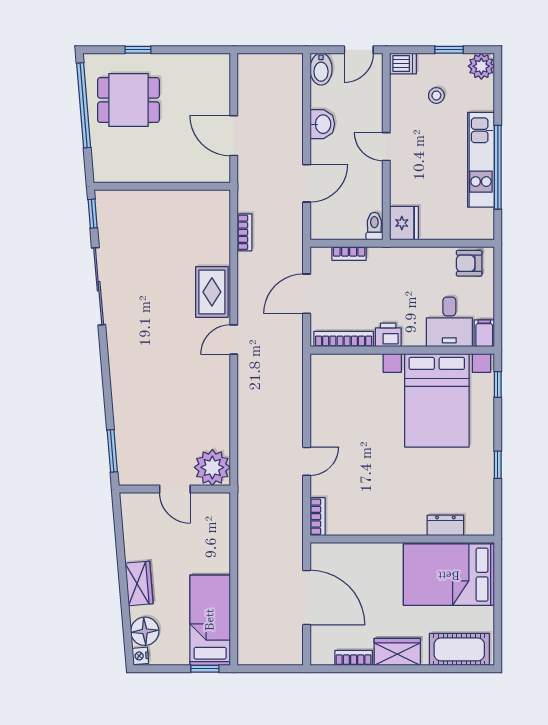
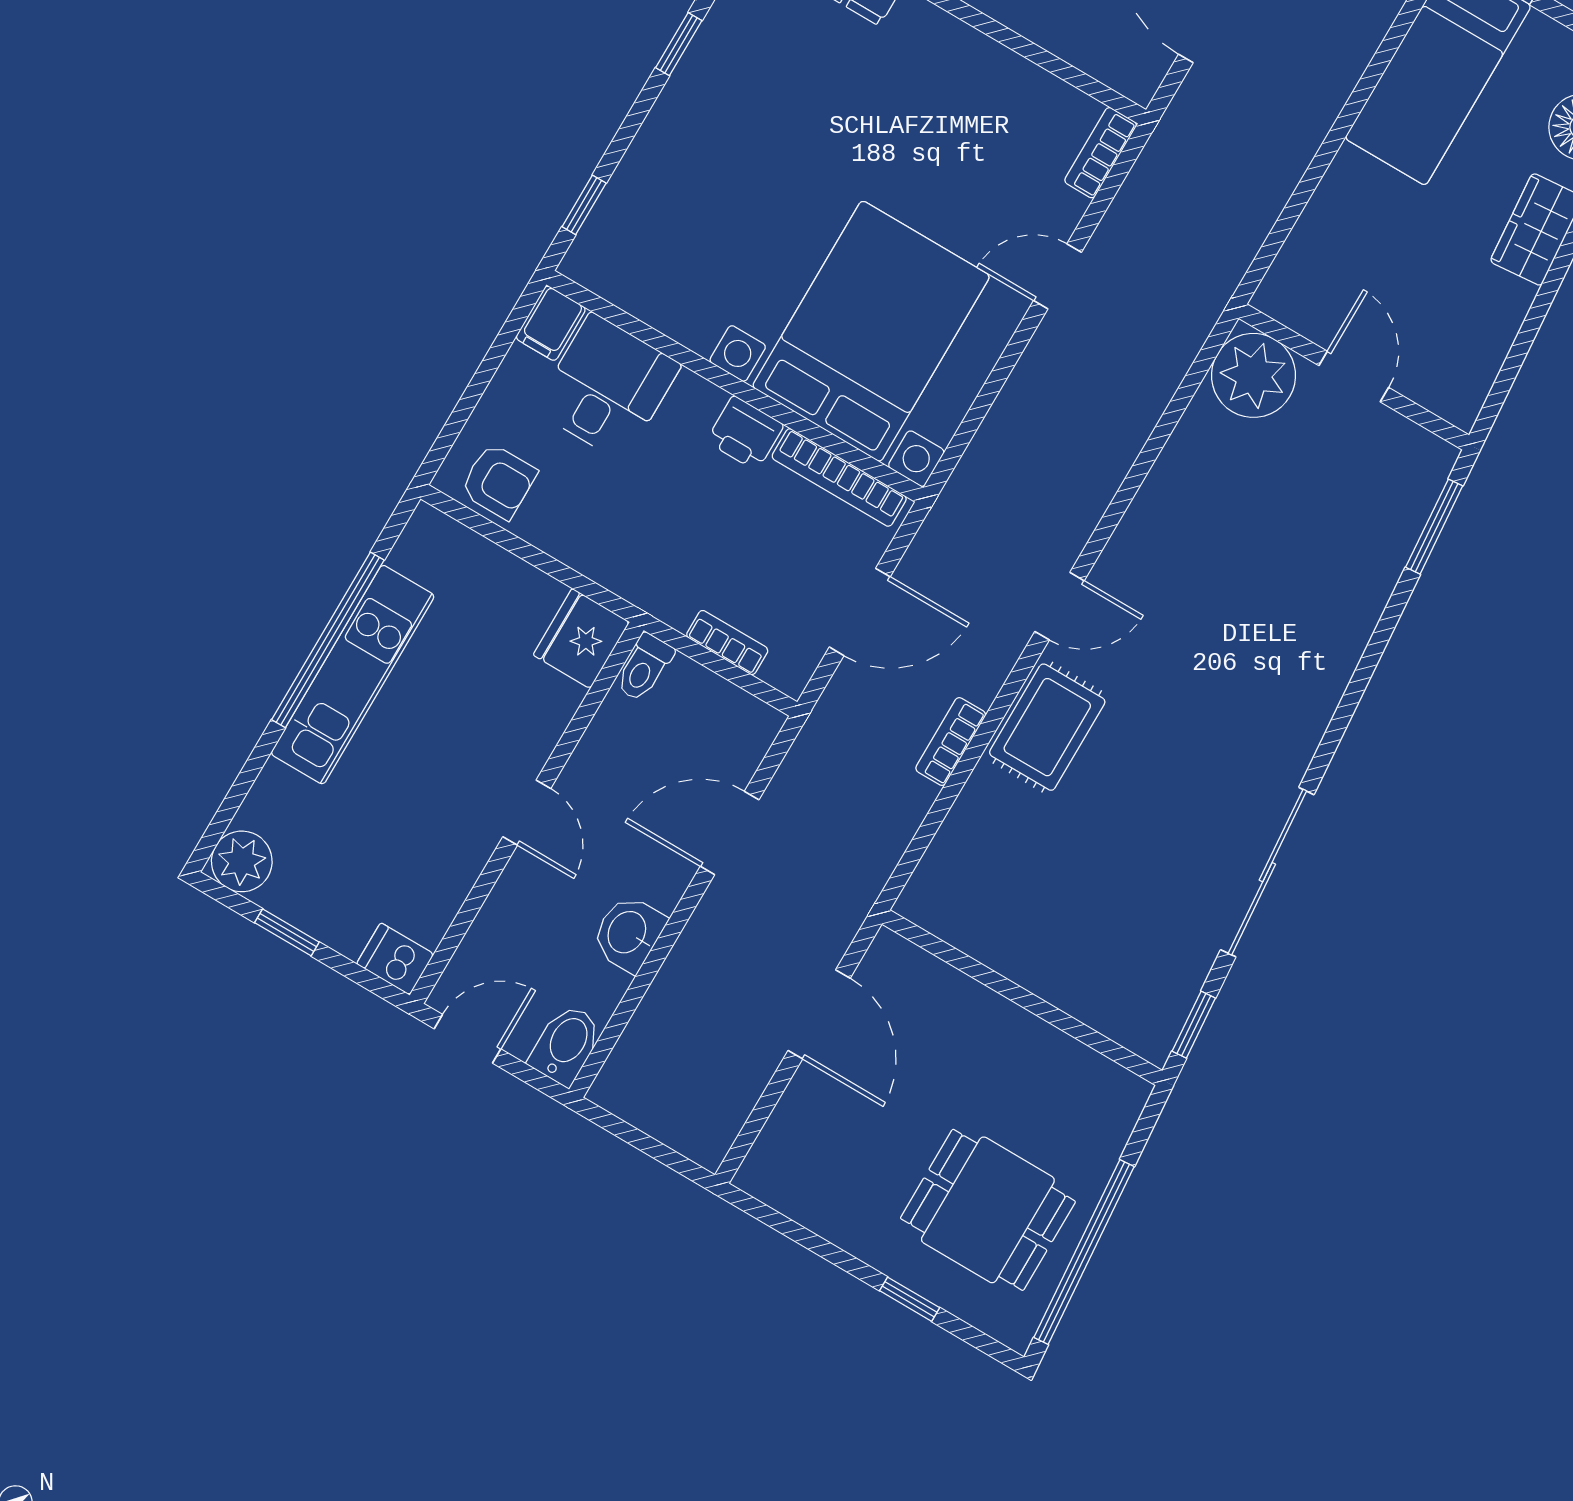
stool: (436, 95) -> (366, 856), removed
bookcase: (245, 232) -> (951, 742), moved
bed with nightstands: (437, 400) -> (871, 331), moved

